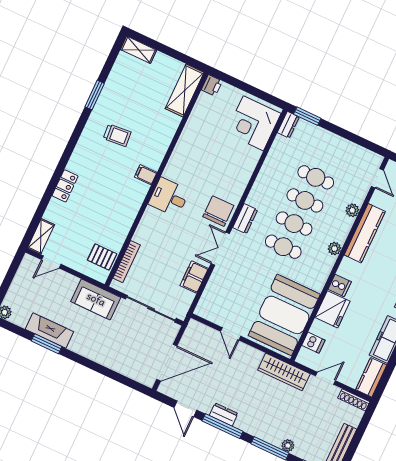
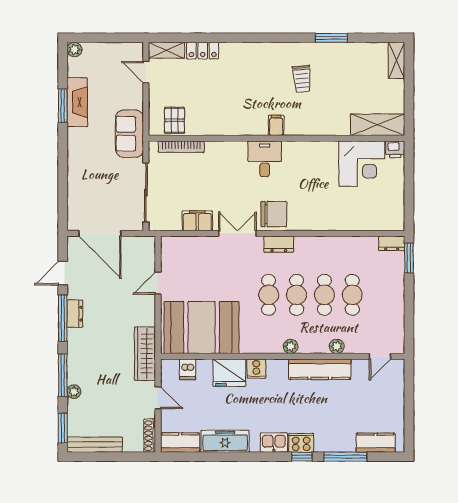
corner desk: (253, 123) -> (362, 164), moved, turned 180
locker: (65, 186) -> (203, 51), moved

